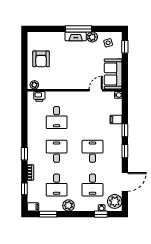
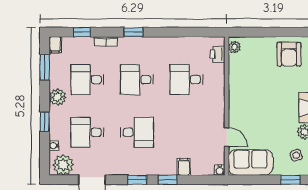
armchair: (41, 59) -> (289, 54), moved, turned -90
desk: (57, 151) -> (137, 80), turned 180
window: (101, 214) -> (45, 122), moved

